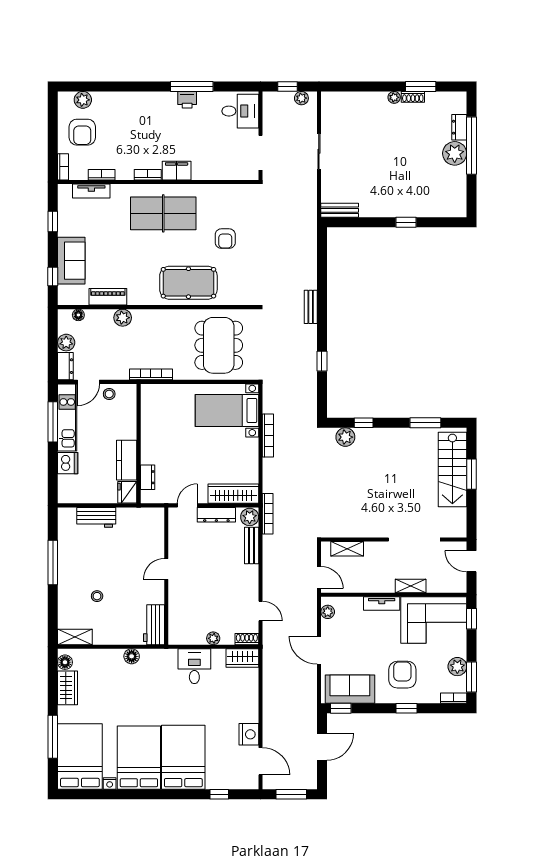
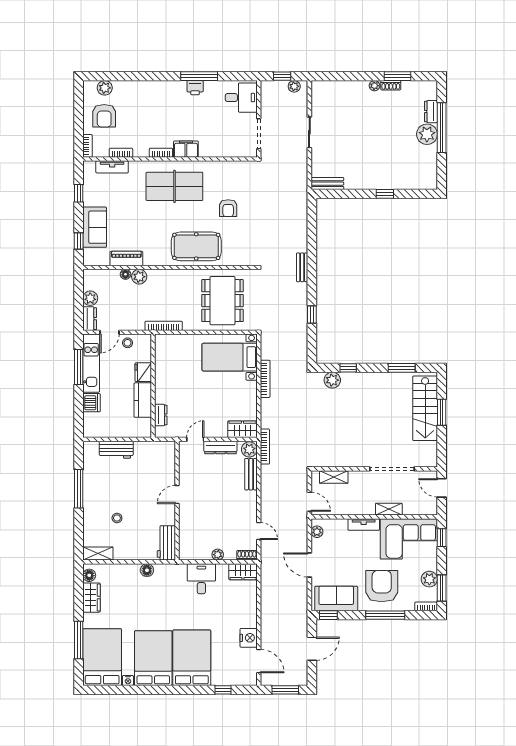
floor lamp: (78, 315) -> (125, 274), moved
fridge: (127, 492) -> (143, 372), moved
wardrobe: (233, 494) -> (242, 429), width x0.67
armchair: (402, 675) -> (382, 586), width x1.36, depth x1.36
window: (407, 708) -> (385, 615), width x2.17

